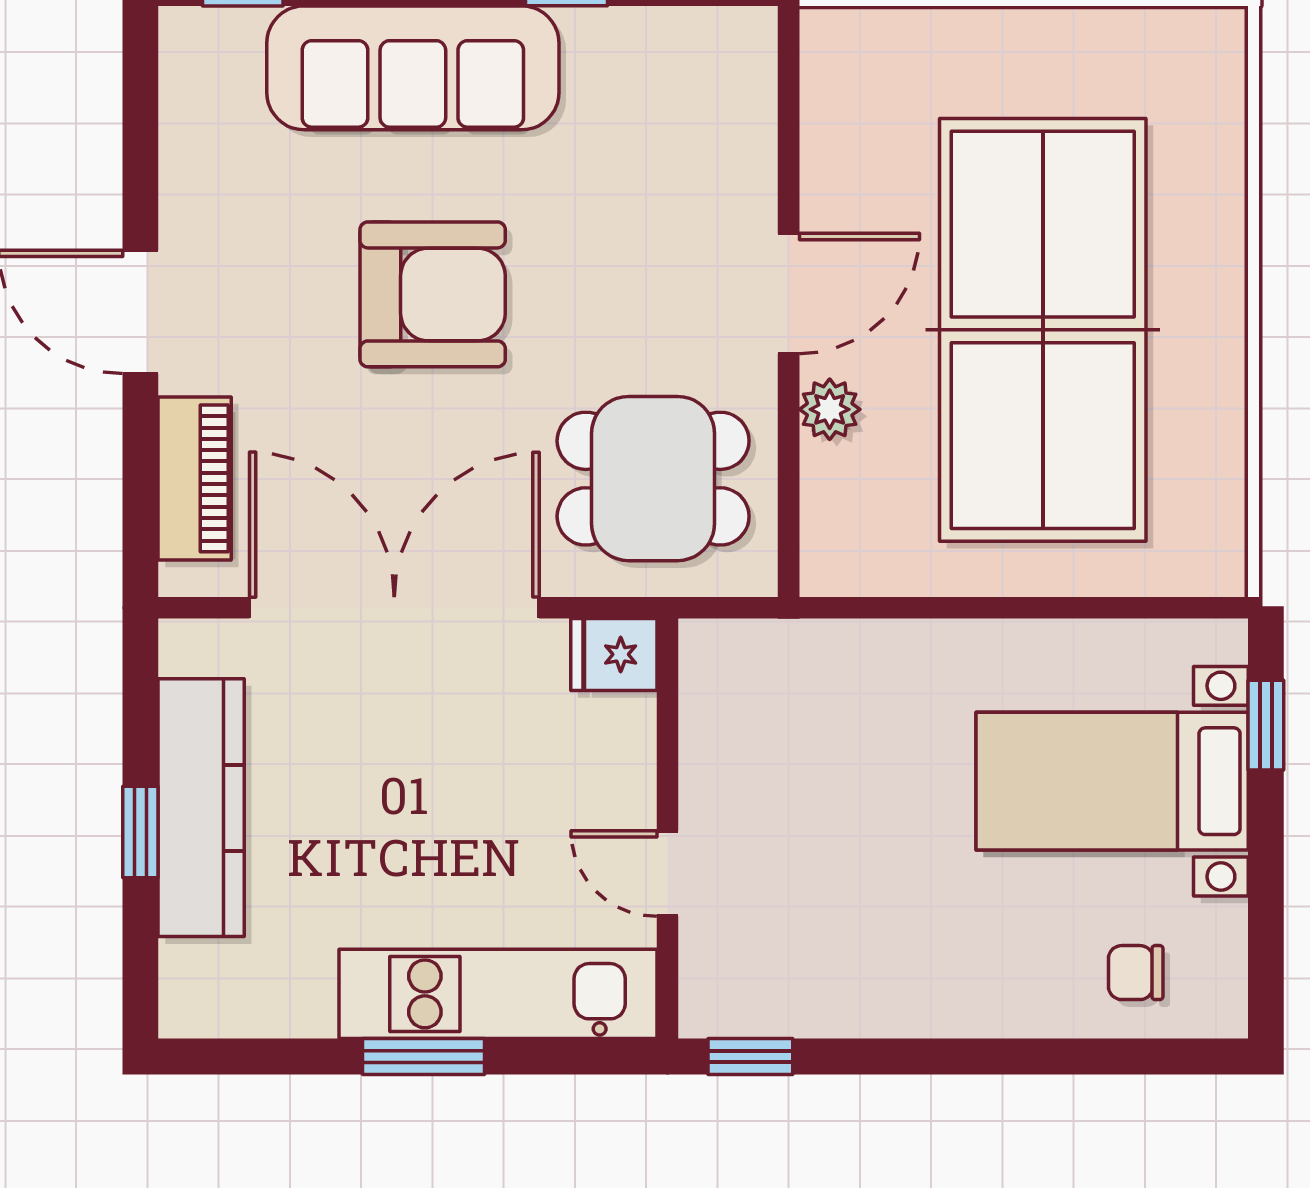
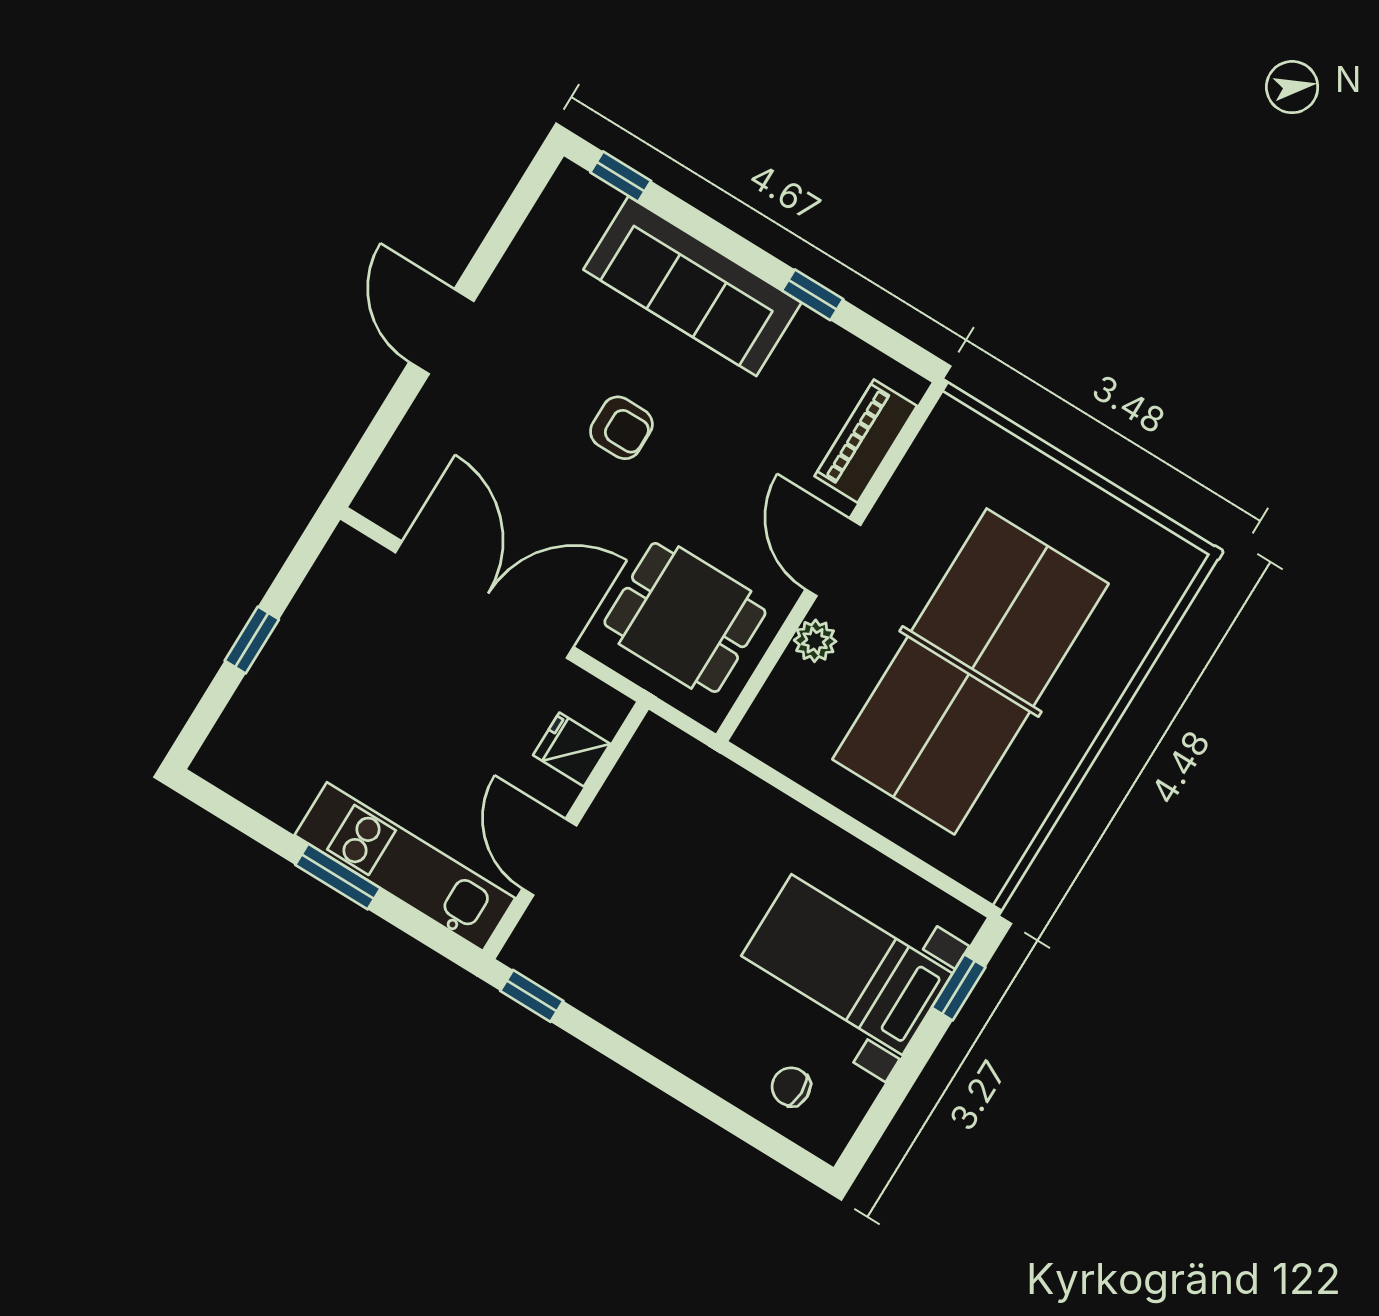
door: (789, 293) -> (833, 557), swing flipped
armchair: (433, 294) -> (621, 428), width x0.53, depth x0.53
piano: (195, 478) -> (866, 441), moved, turned 180
fridge: (614, 654) -> (572, 750), moved
kitchen counter: (201, 808) -> (297, 648), removed
door: (668, 874) -> (549, 857), width x1.38

